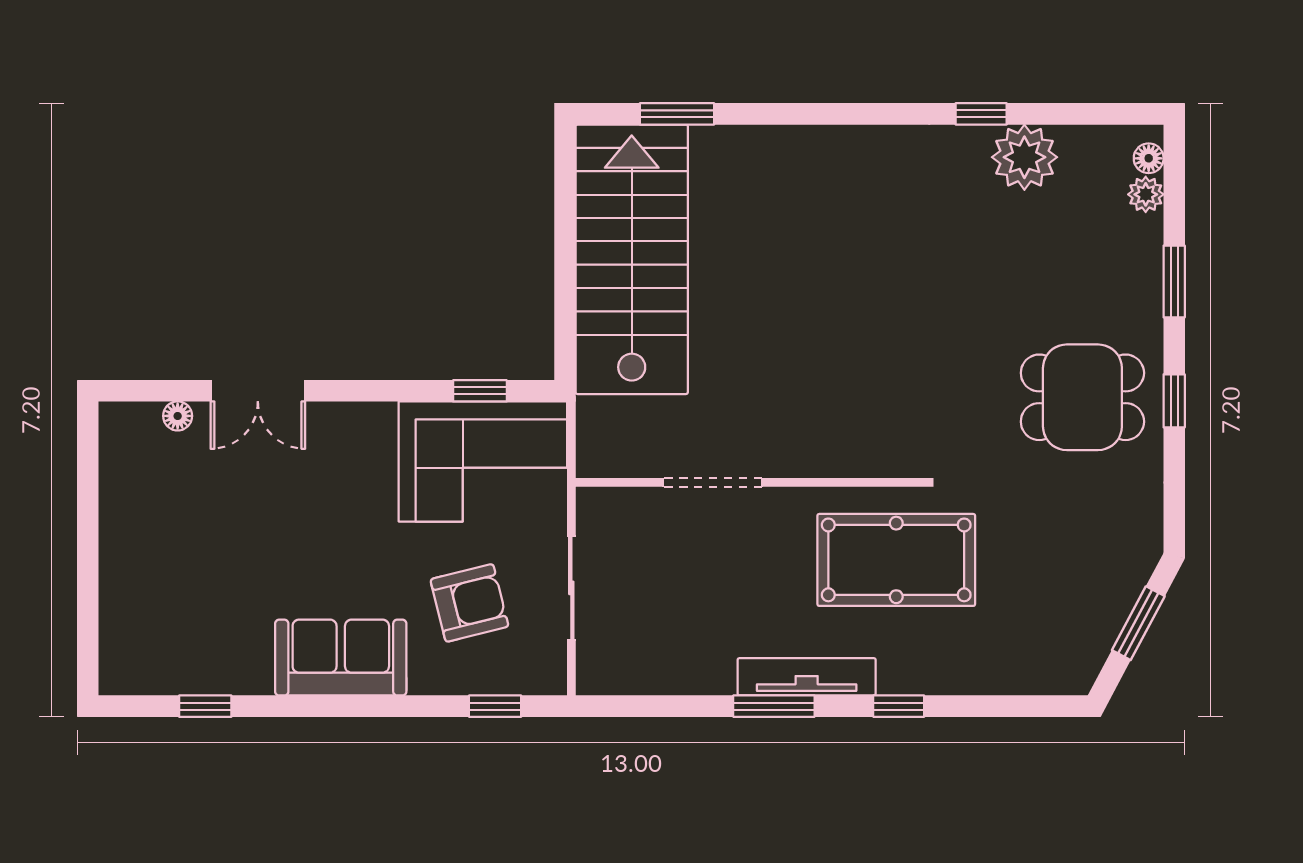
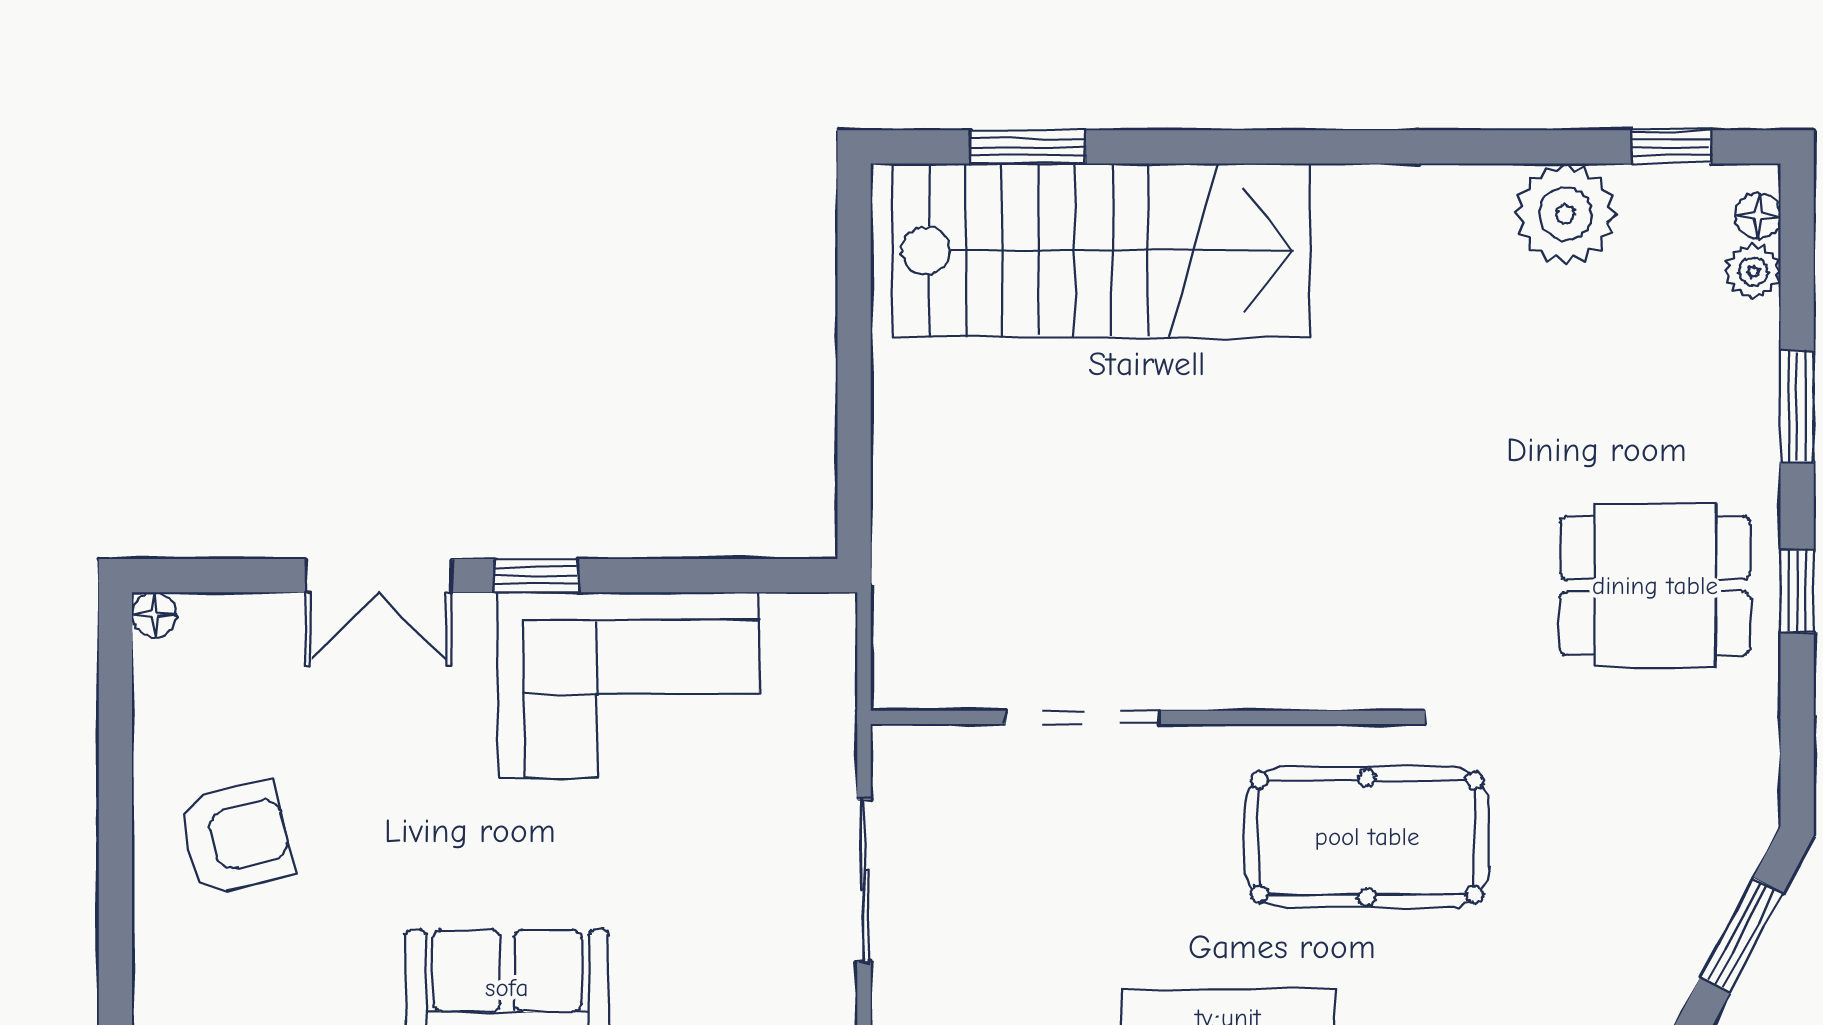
window: (981, 114) -> (1671, 147), moved
stairs: (632, 259) -> (1101, 250), moved, turned 90
window: (480, 391) -> (536, 576), moved
floor lamp: (178, 416) -> (154, 614), moved
corner sofa: (483, 462) -> (628, 685), moved
armchair: (469, 603) -> (235, 838), moved

